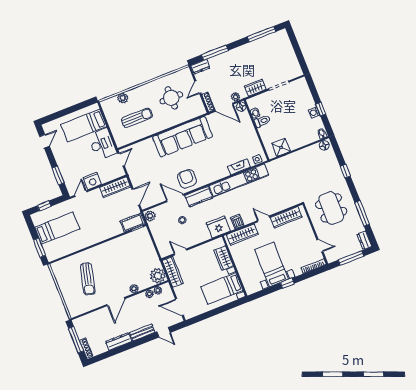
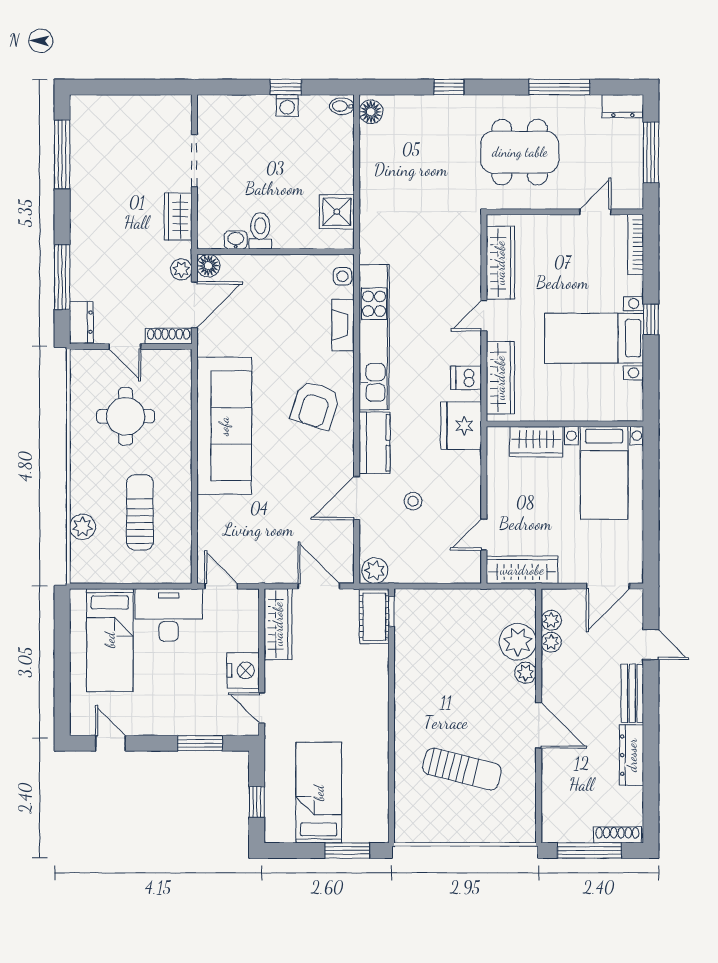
armchair: (187, 179) -> (315, 405), moved, turned -72
plant: (158, 276) -> (518, 642), moved
door: (164, 332) -> (651, 645), hinge flipped

